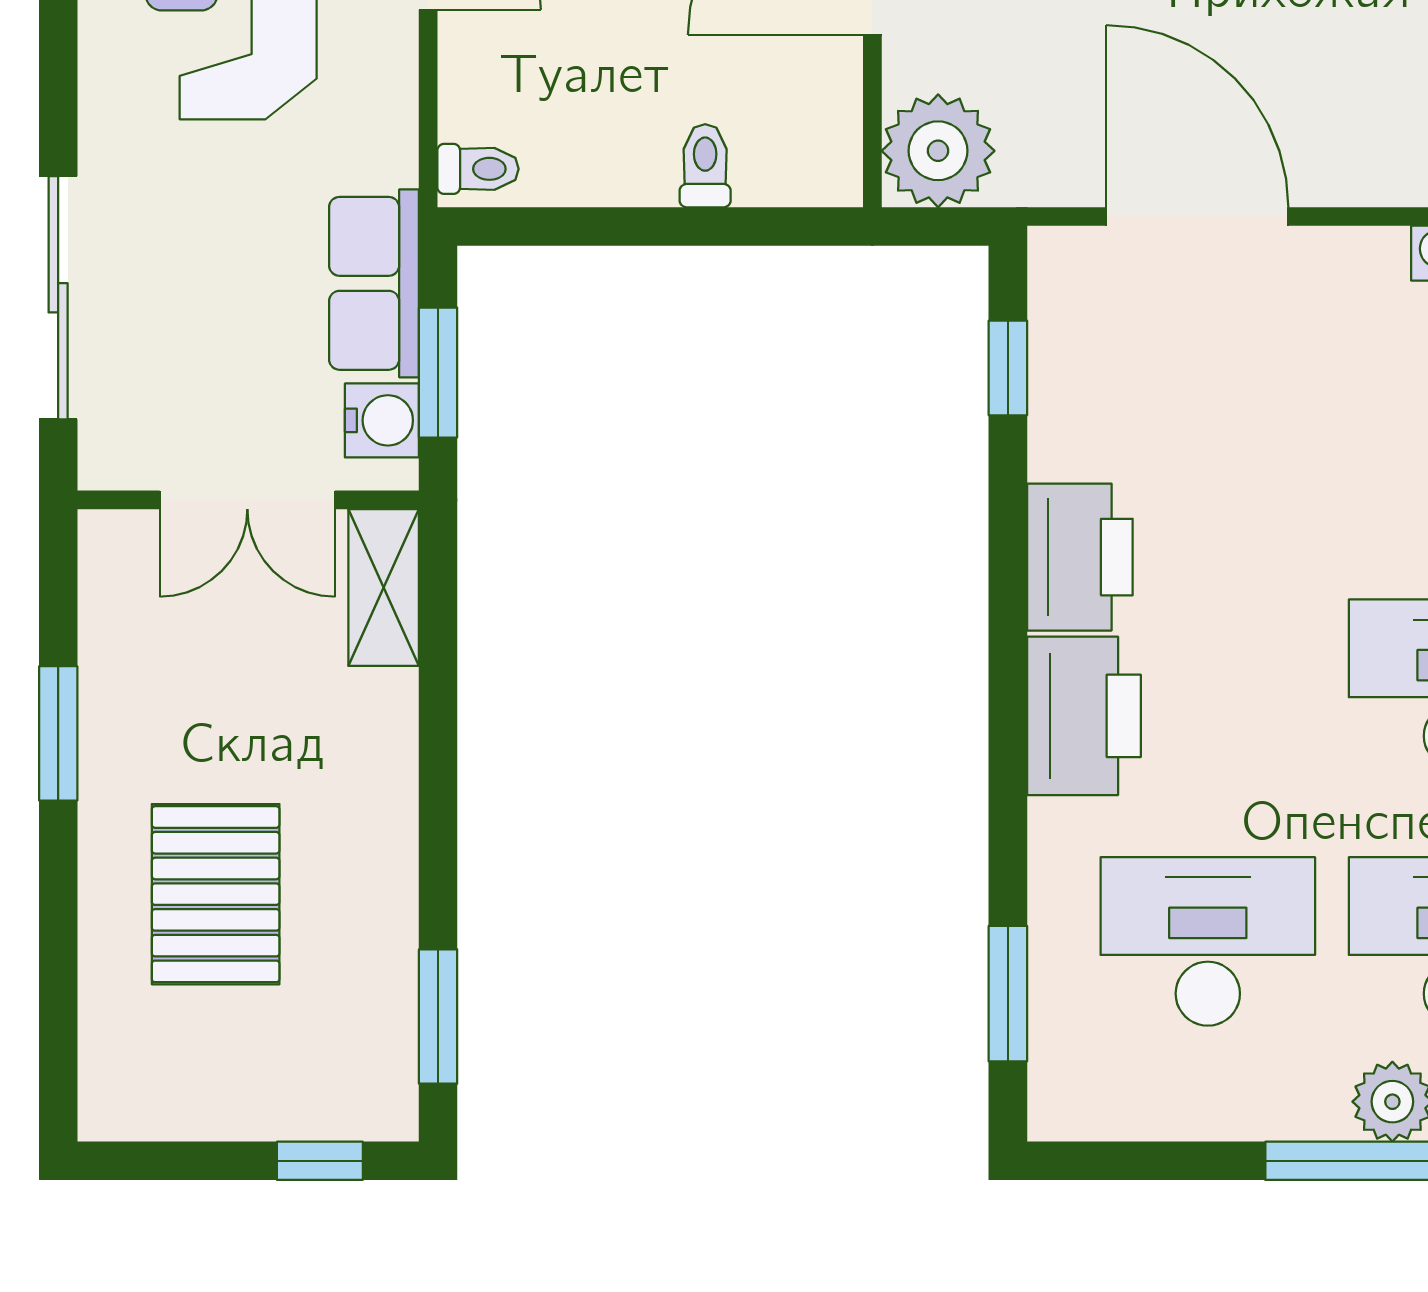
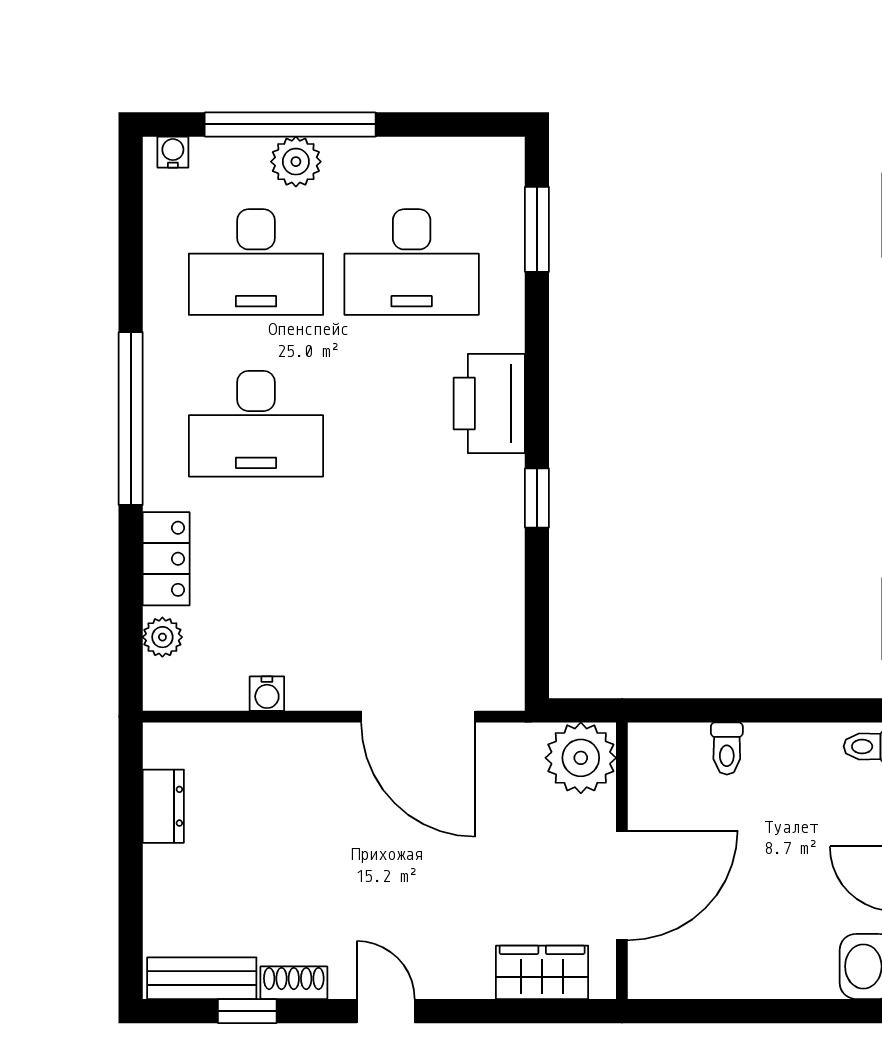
window: (1008, 368) -> (537, 498), moved
printer: (1080, 557) -> (492, 503), removed

